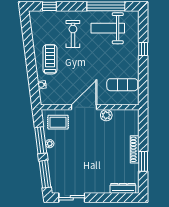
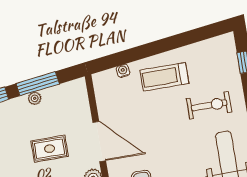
treadmill: (50, 59) -> (164, 77), turned 180
rug: (58, 122) -> (50, 149), moved, turned 90

